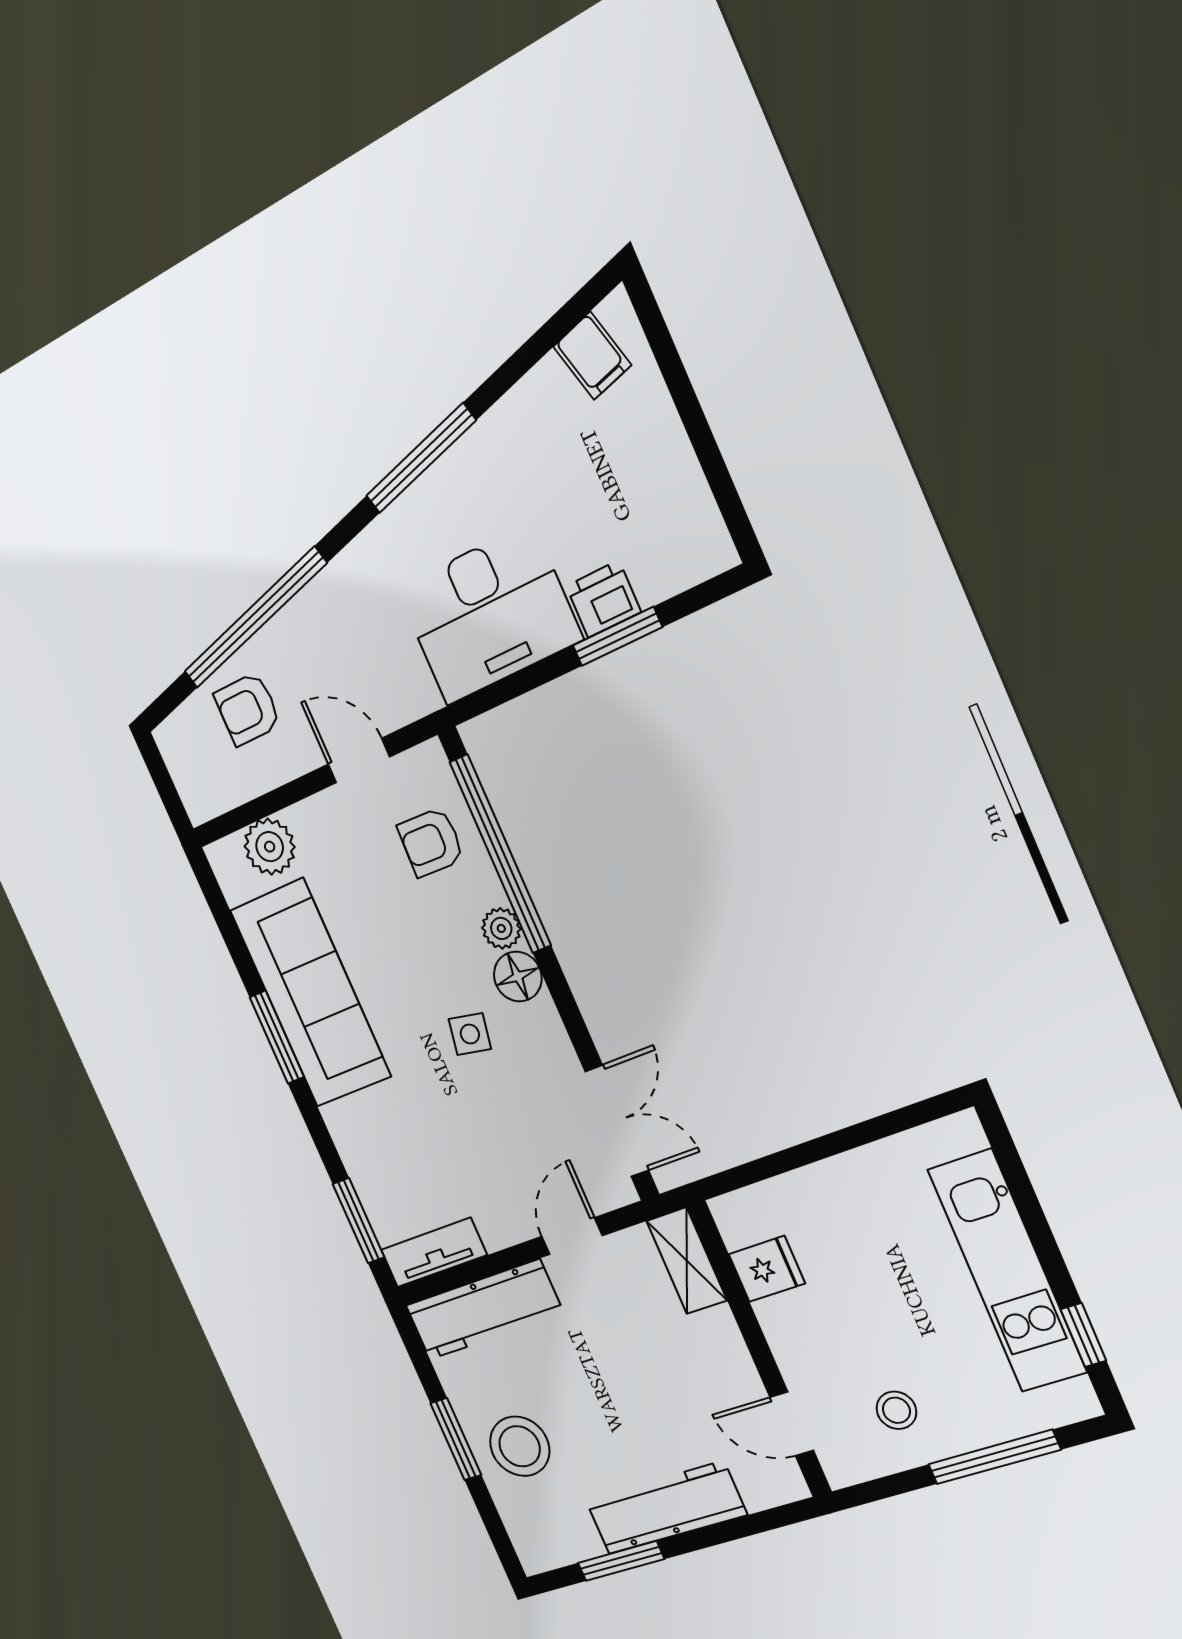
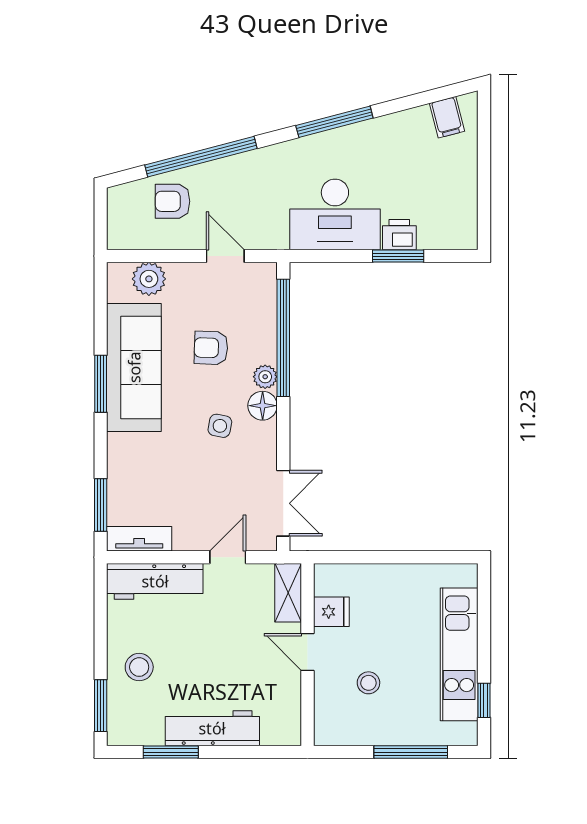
armchair: (431, 842) -> (211, 348), moved
stool: (896, 1410) -> (368, 683), moved
door: (792, 1424) -> (308, 652), moved
window: (456, 1439) -> (101, 706), moved
stool: (520, 1446) -> (139, 667), width x0.73, depth x0.73

